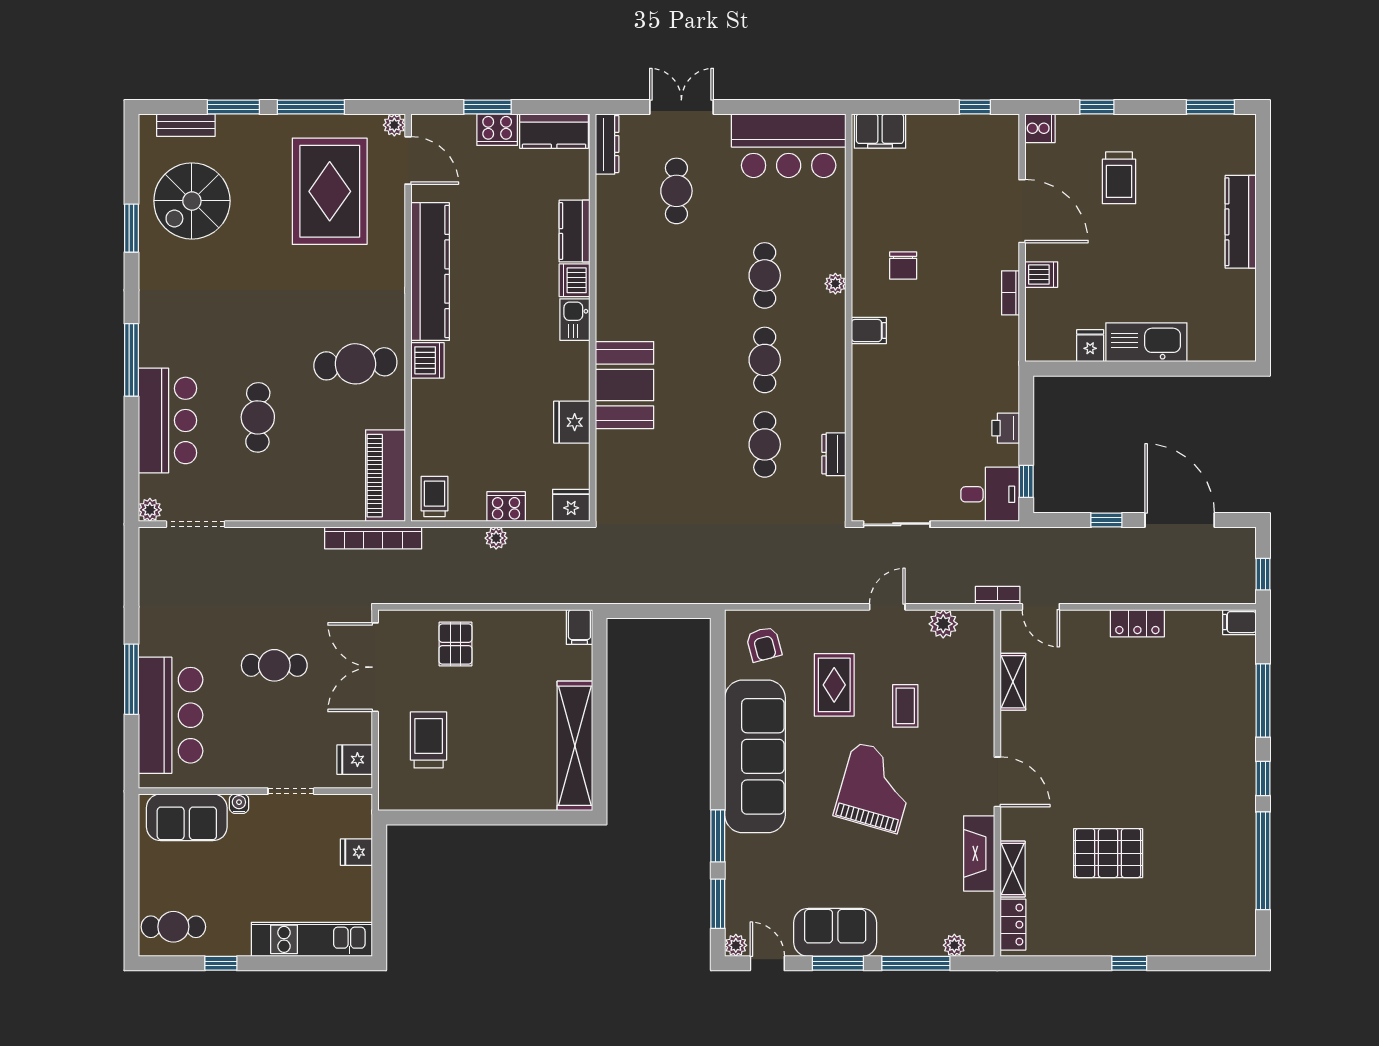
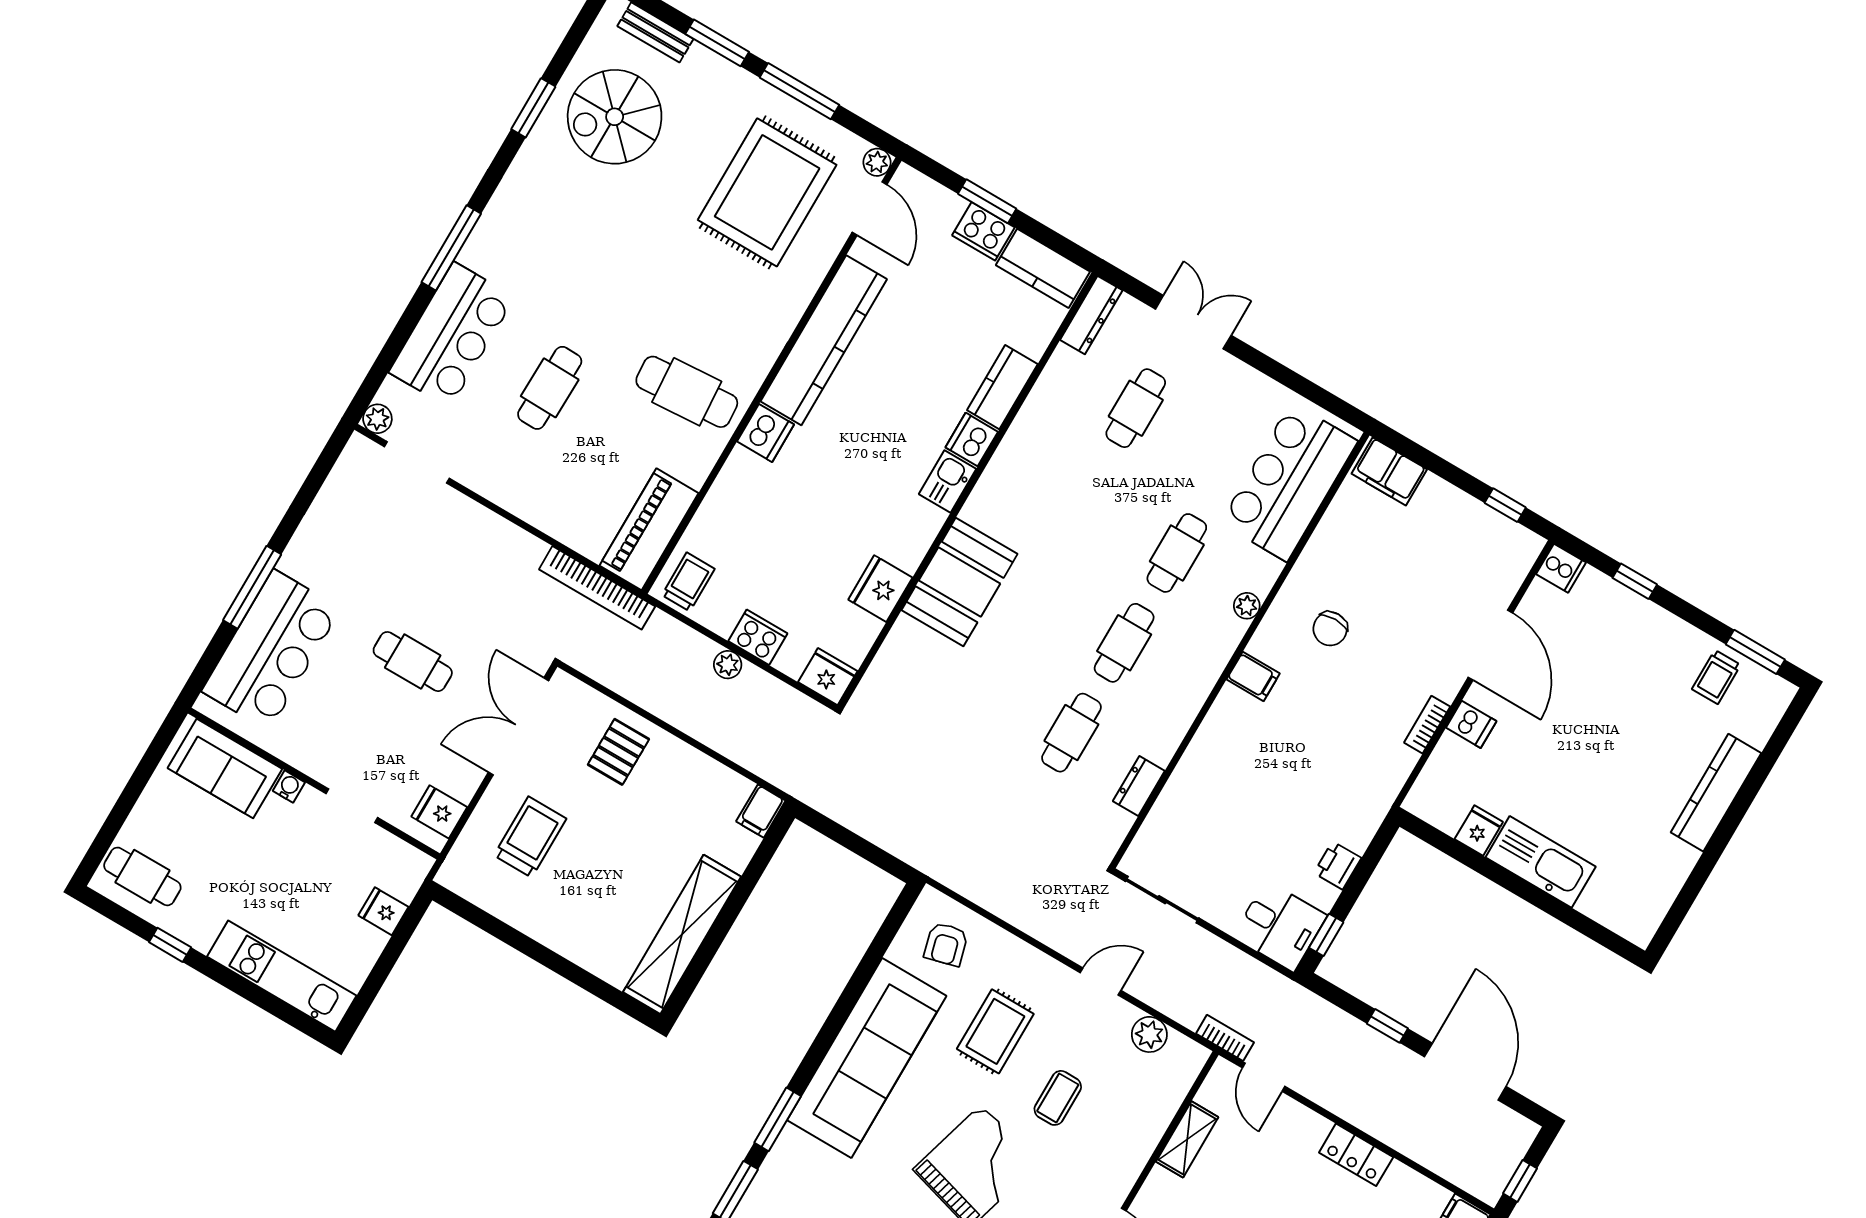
bar counter: (789, 146) -> (1289, 482), moved, turned 90
trolley: (1119, 178) -> (1716, 677), moved, width x0.73, depth x0.72

